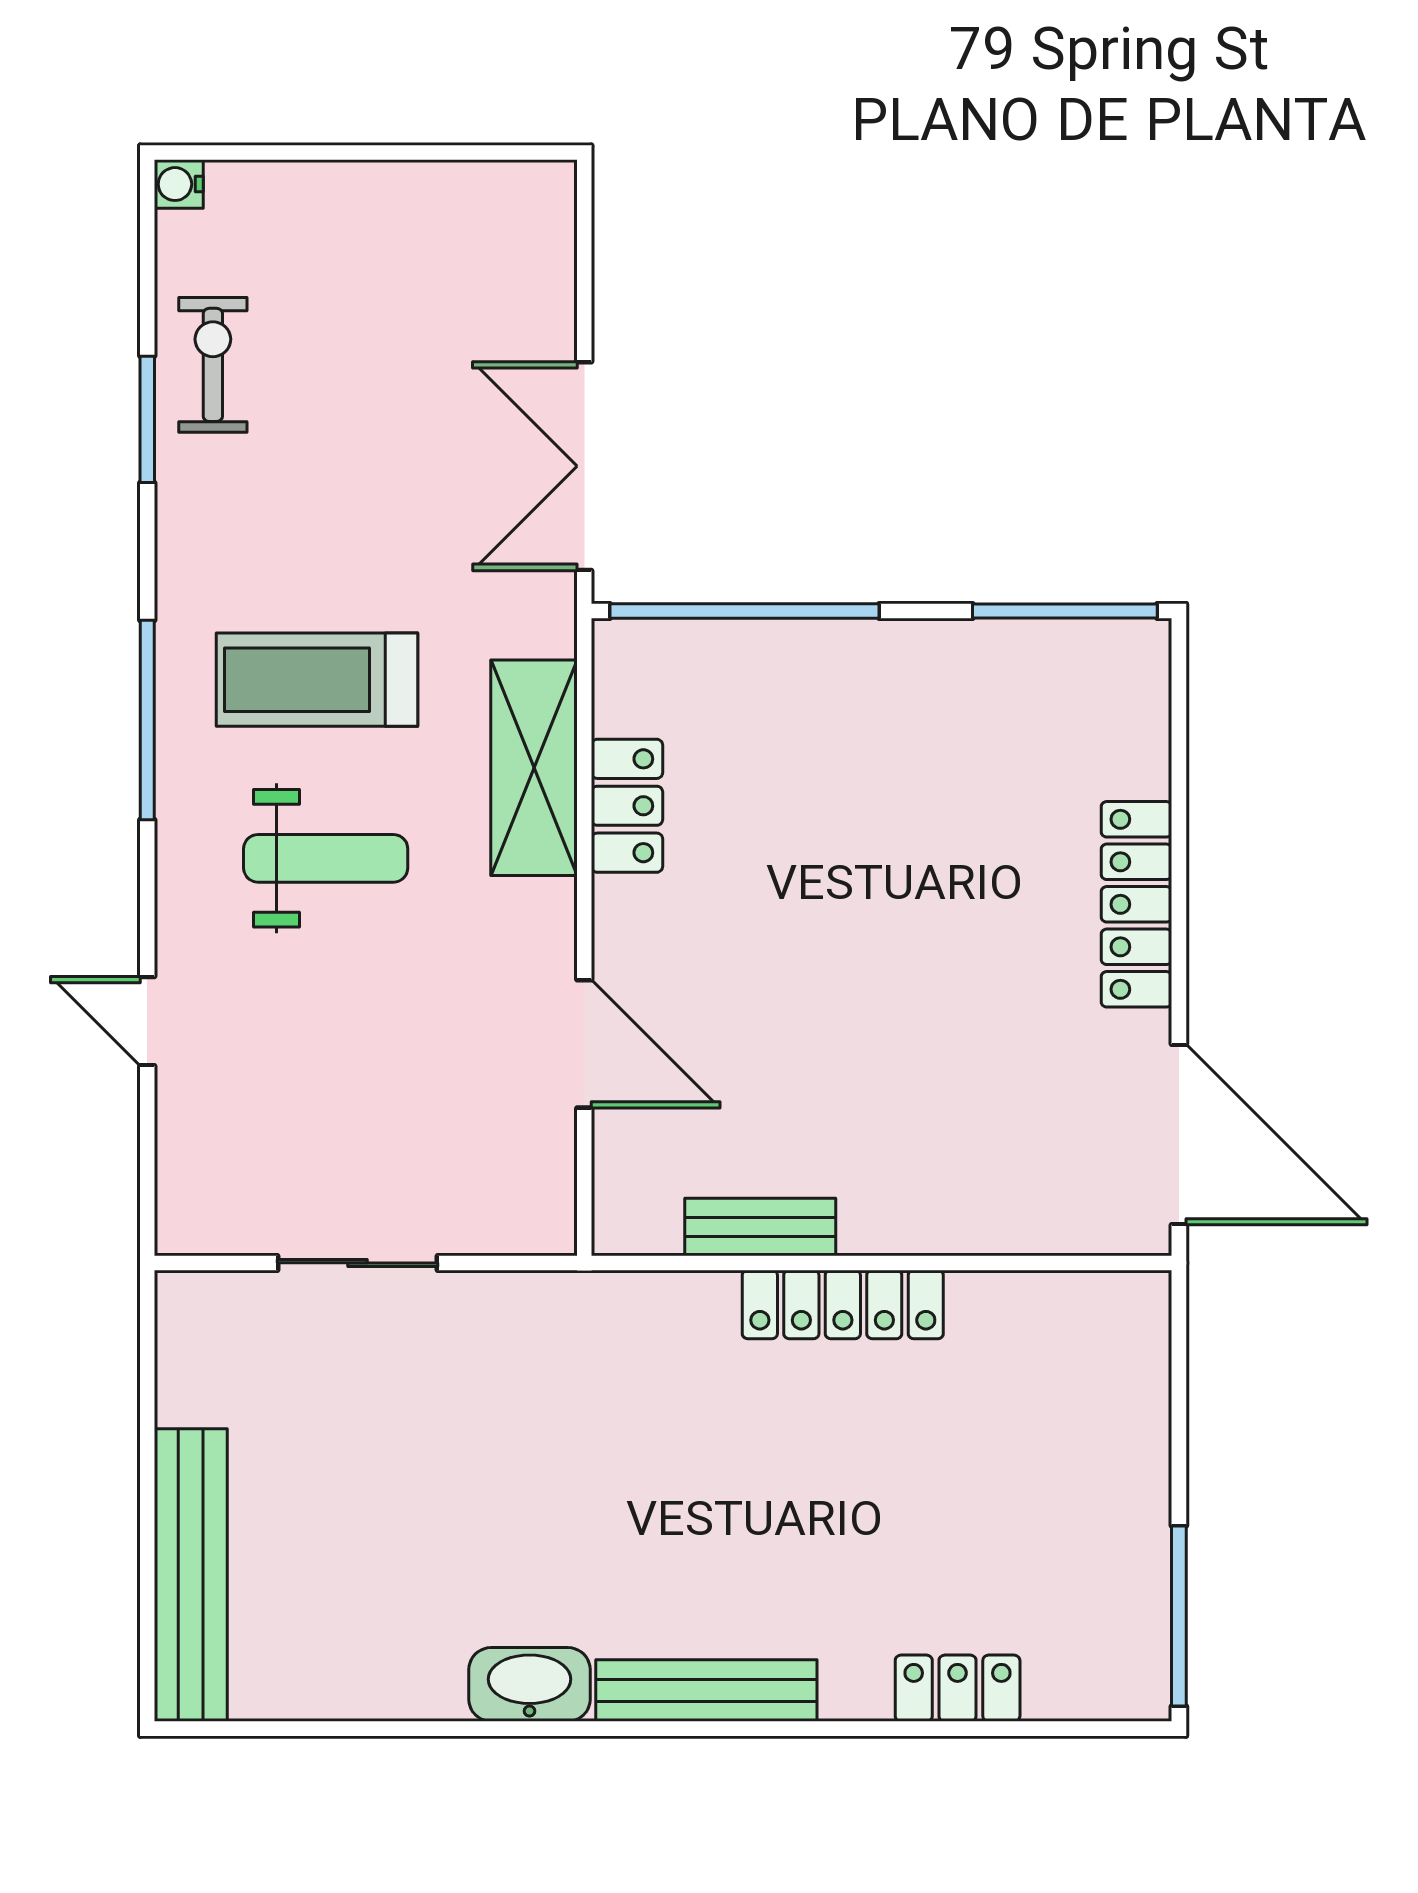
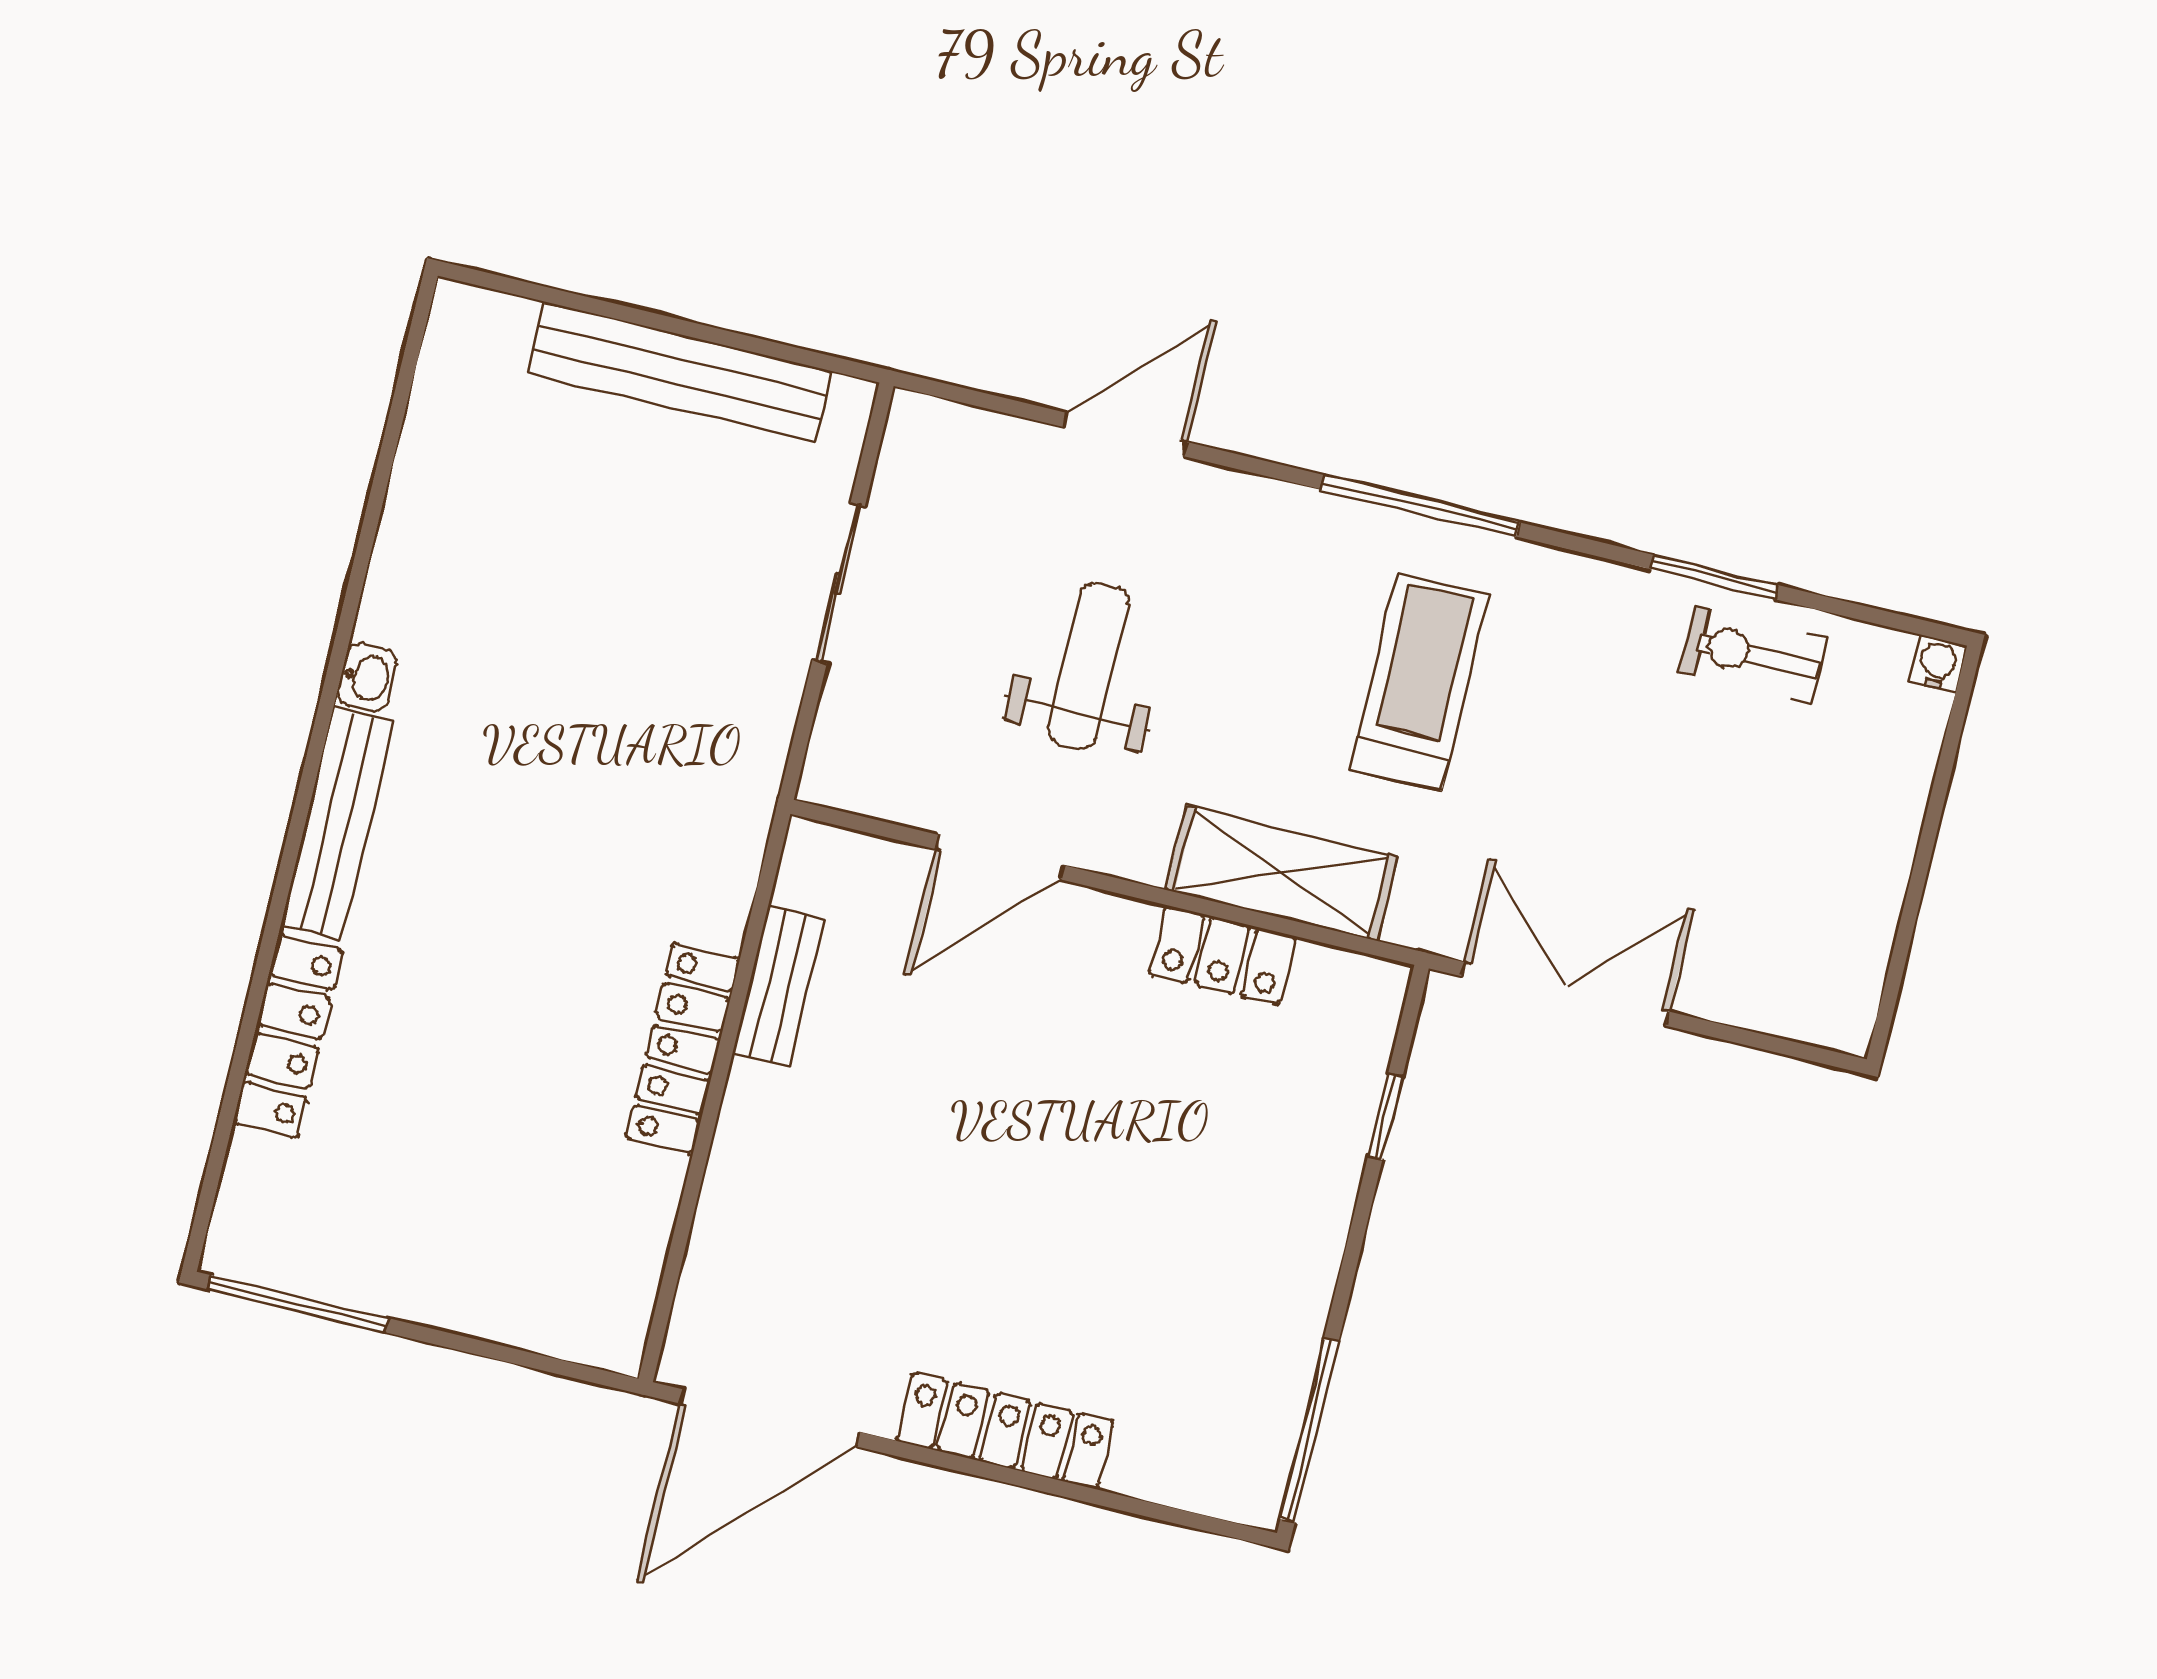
exercise bike: (213, 365) -> (1752, 654), turned 180
window: (745, 611) -> (1385, 1117), width x0.32
weight bench: (326, 858) -> (1089, 666), moved, turned 180
door: (147, 1021) -> (1125, 434), width x1.38
bench: (191, 1575) -> (680, 372), moved
washbasin: (530, 1684) -> (367, 677), width x0.52, depth x0.69
locker: (958, 1688) -> (288, 1036), width x1.53

